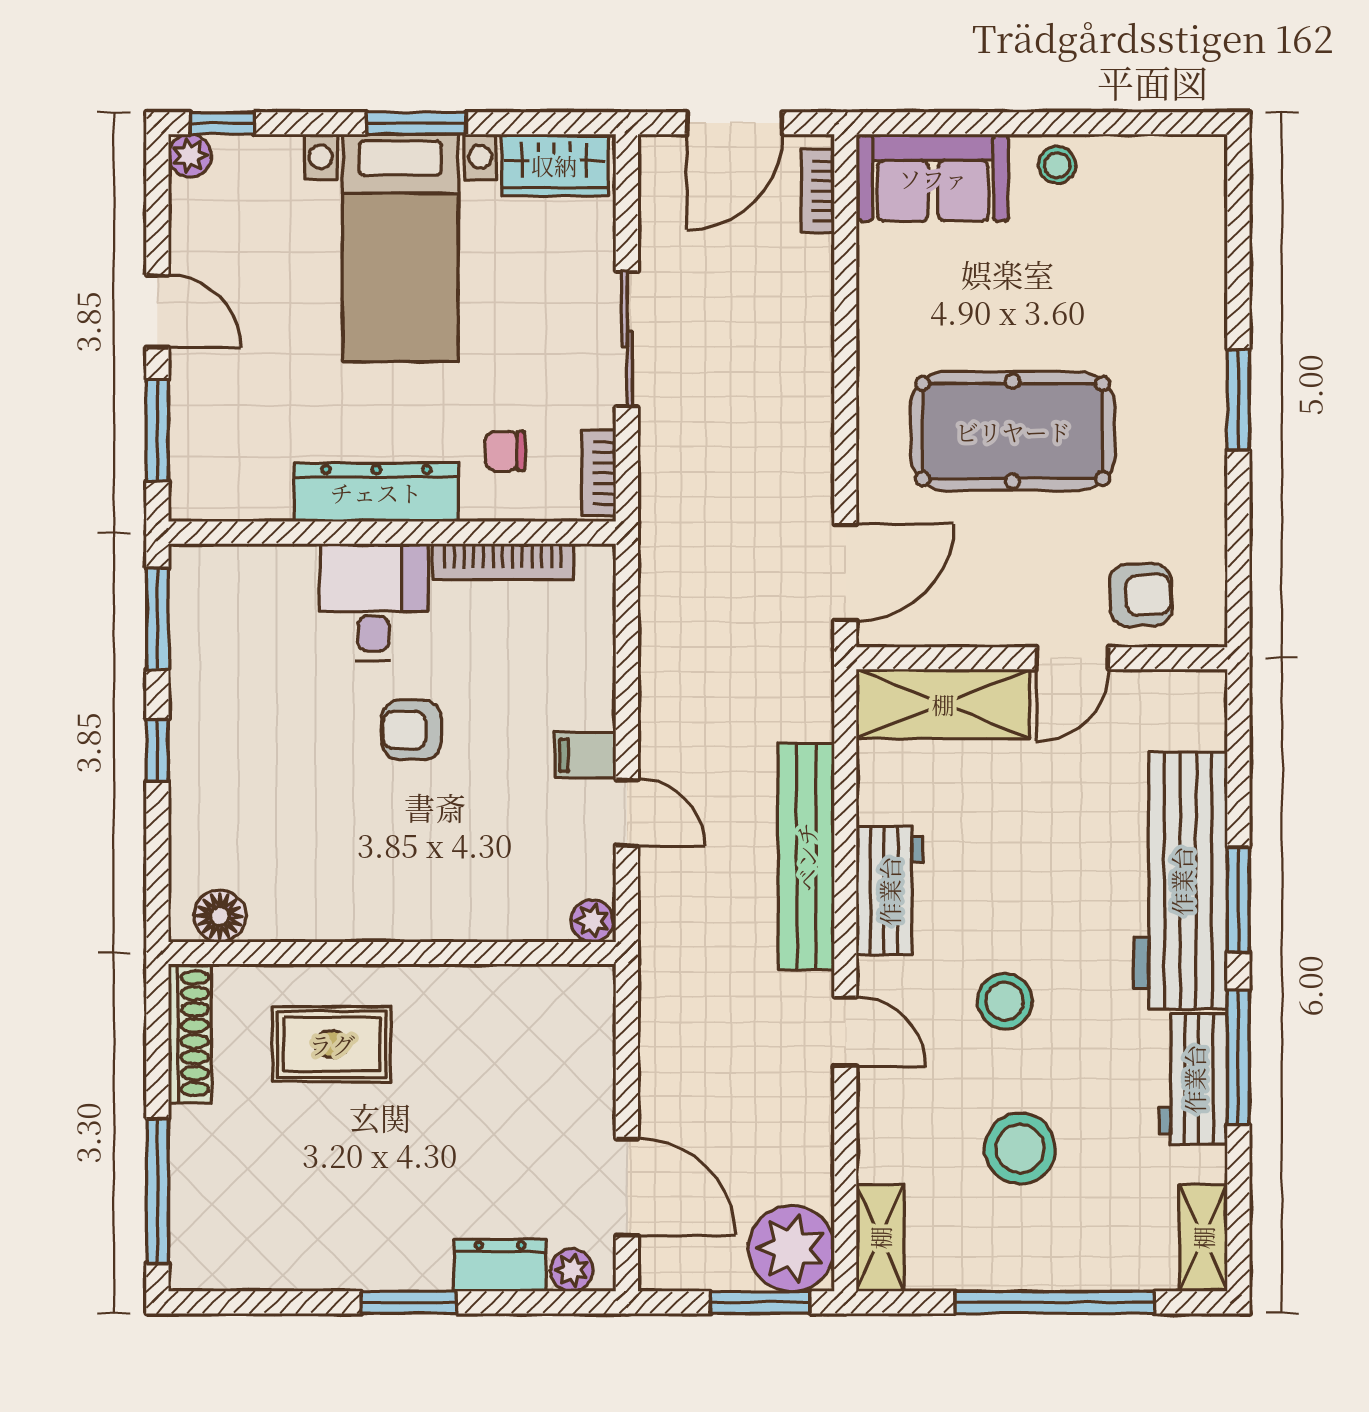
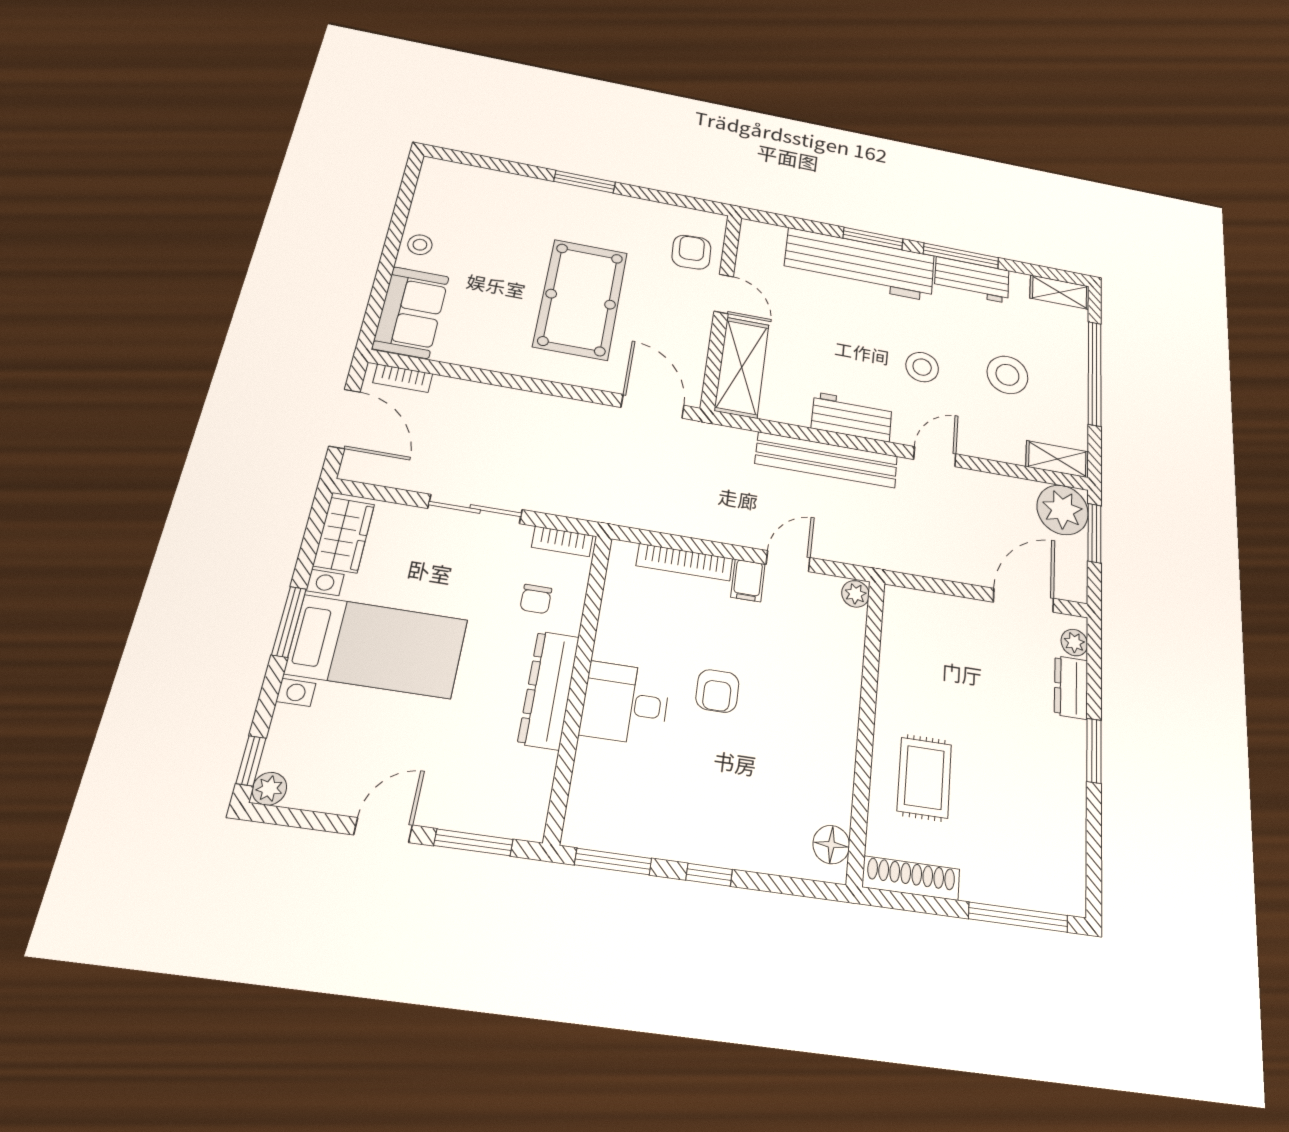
bookcase: (503, 562) -> (685, 562), moved, turned 90

